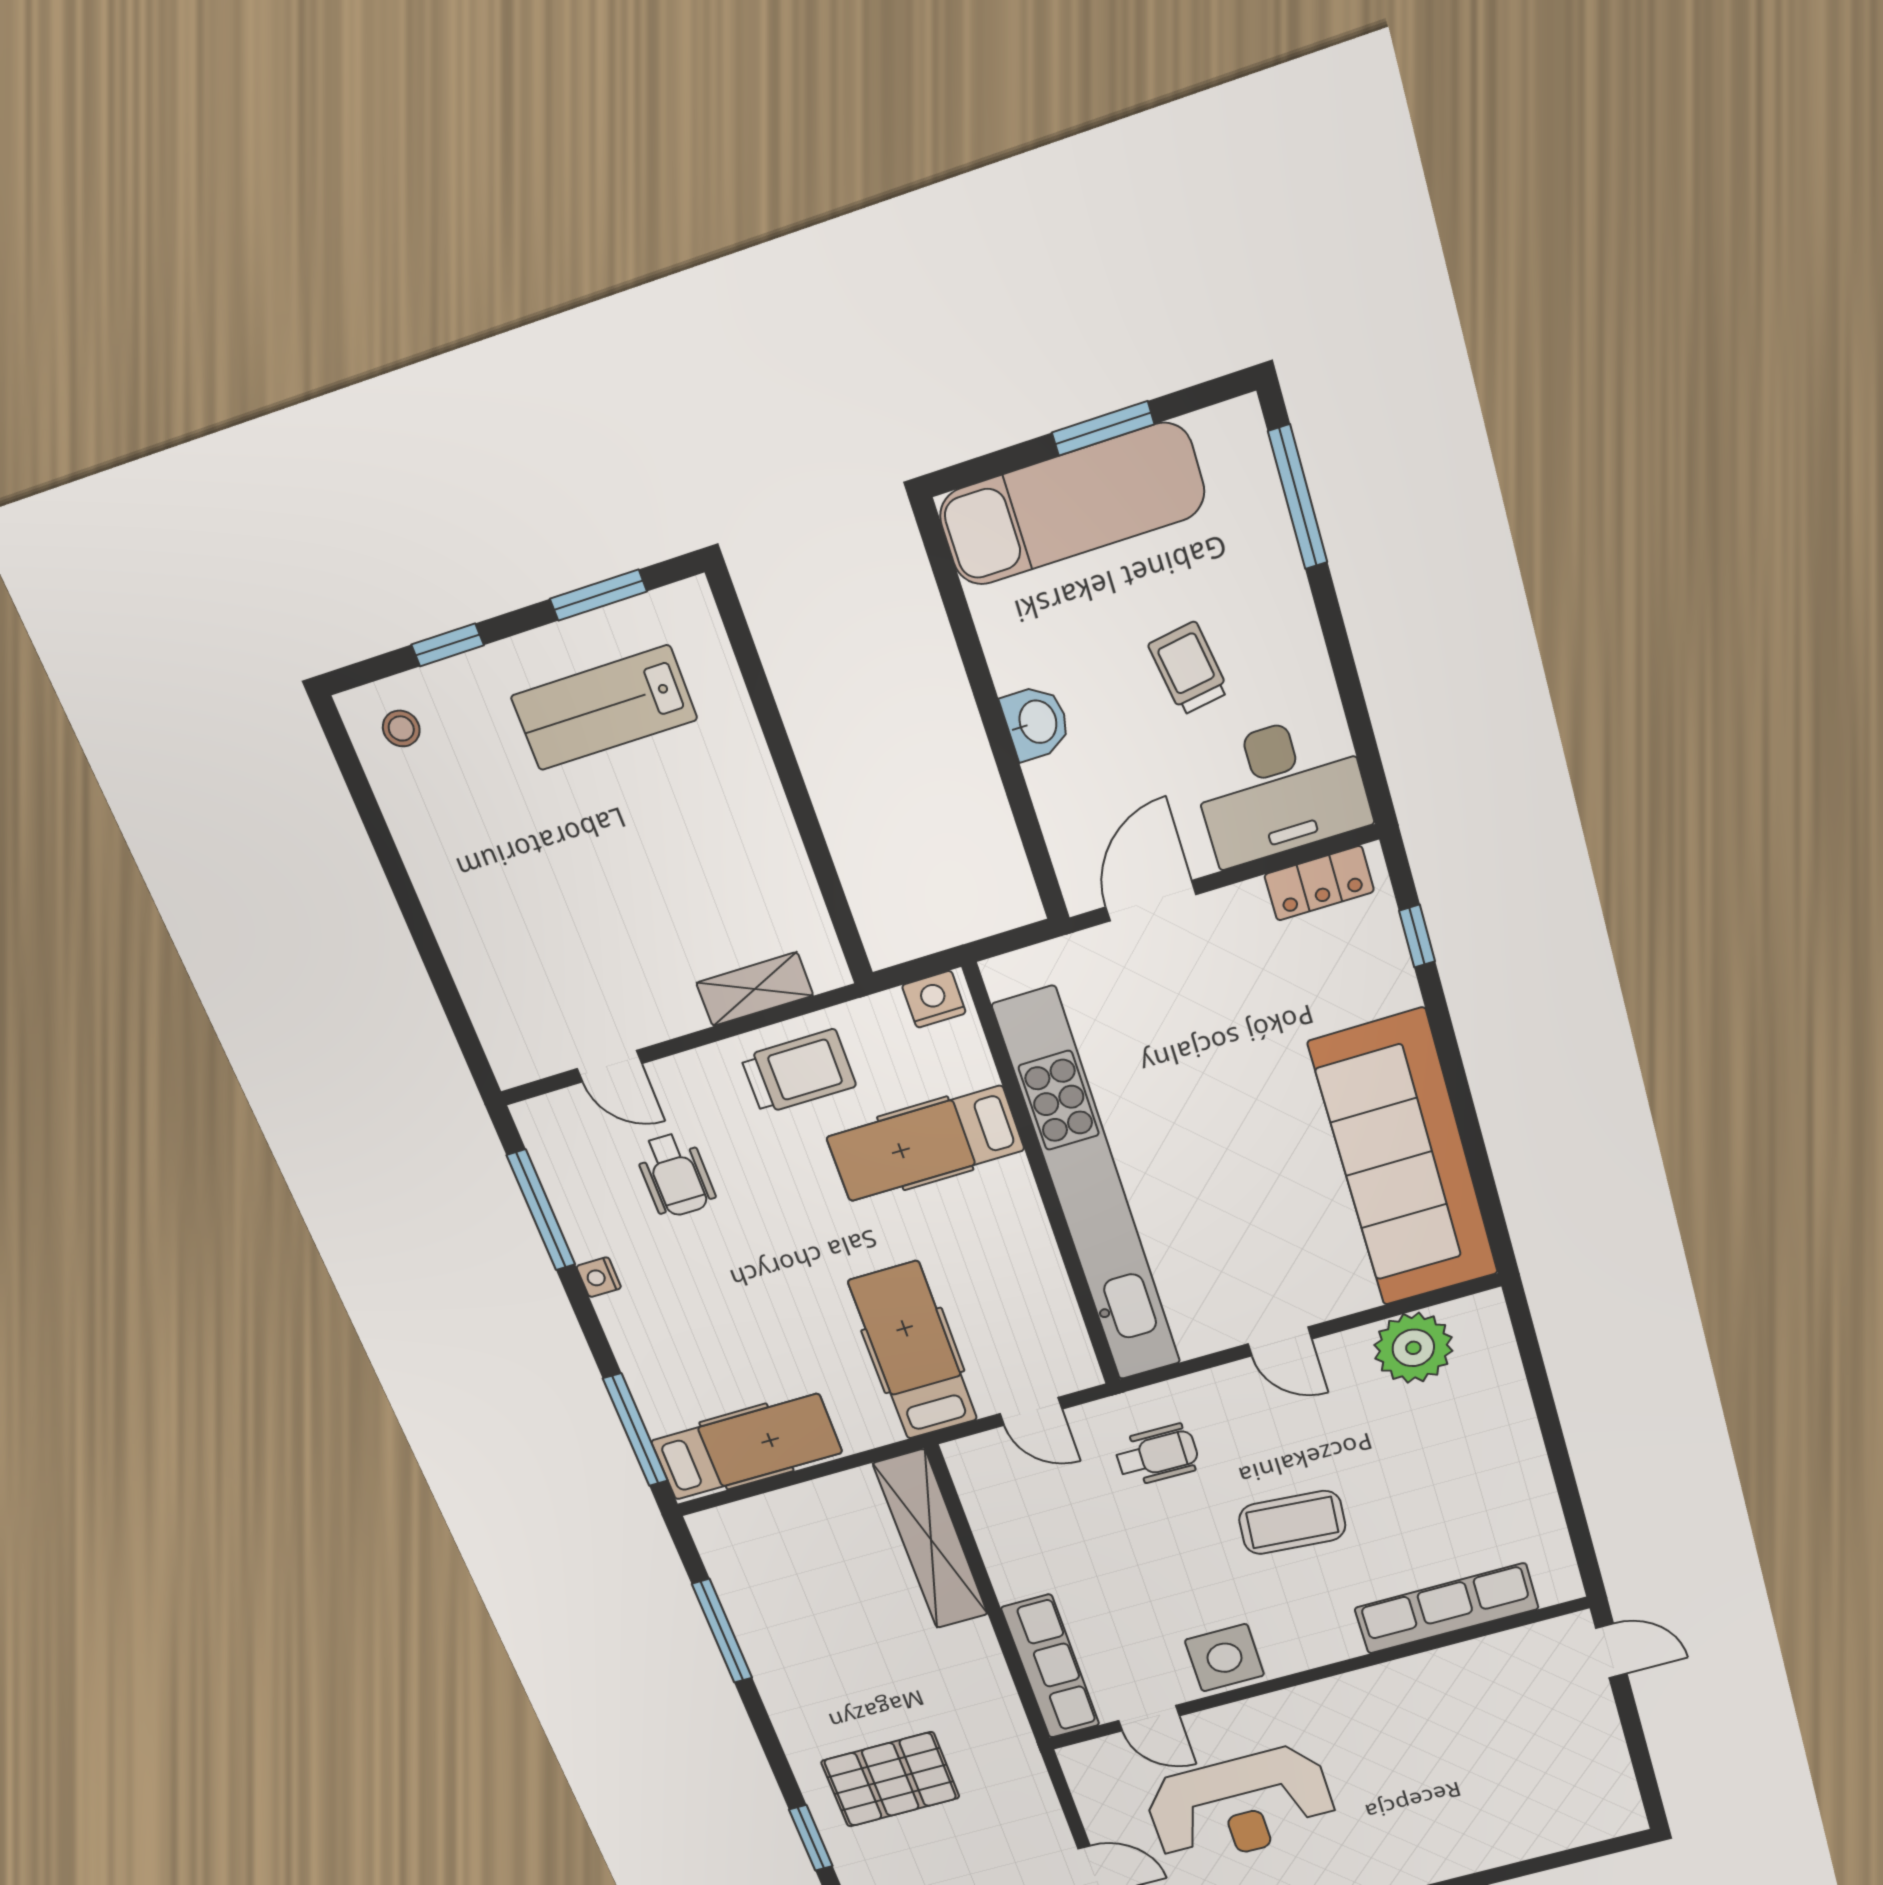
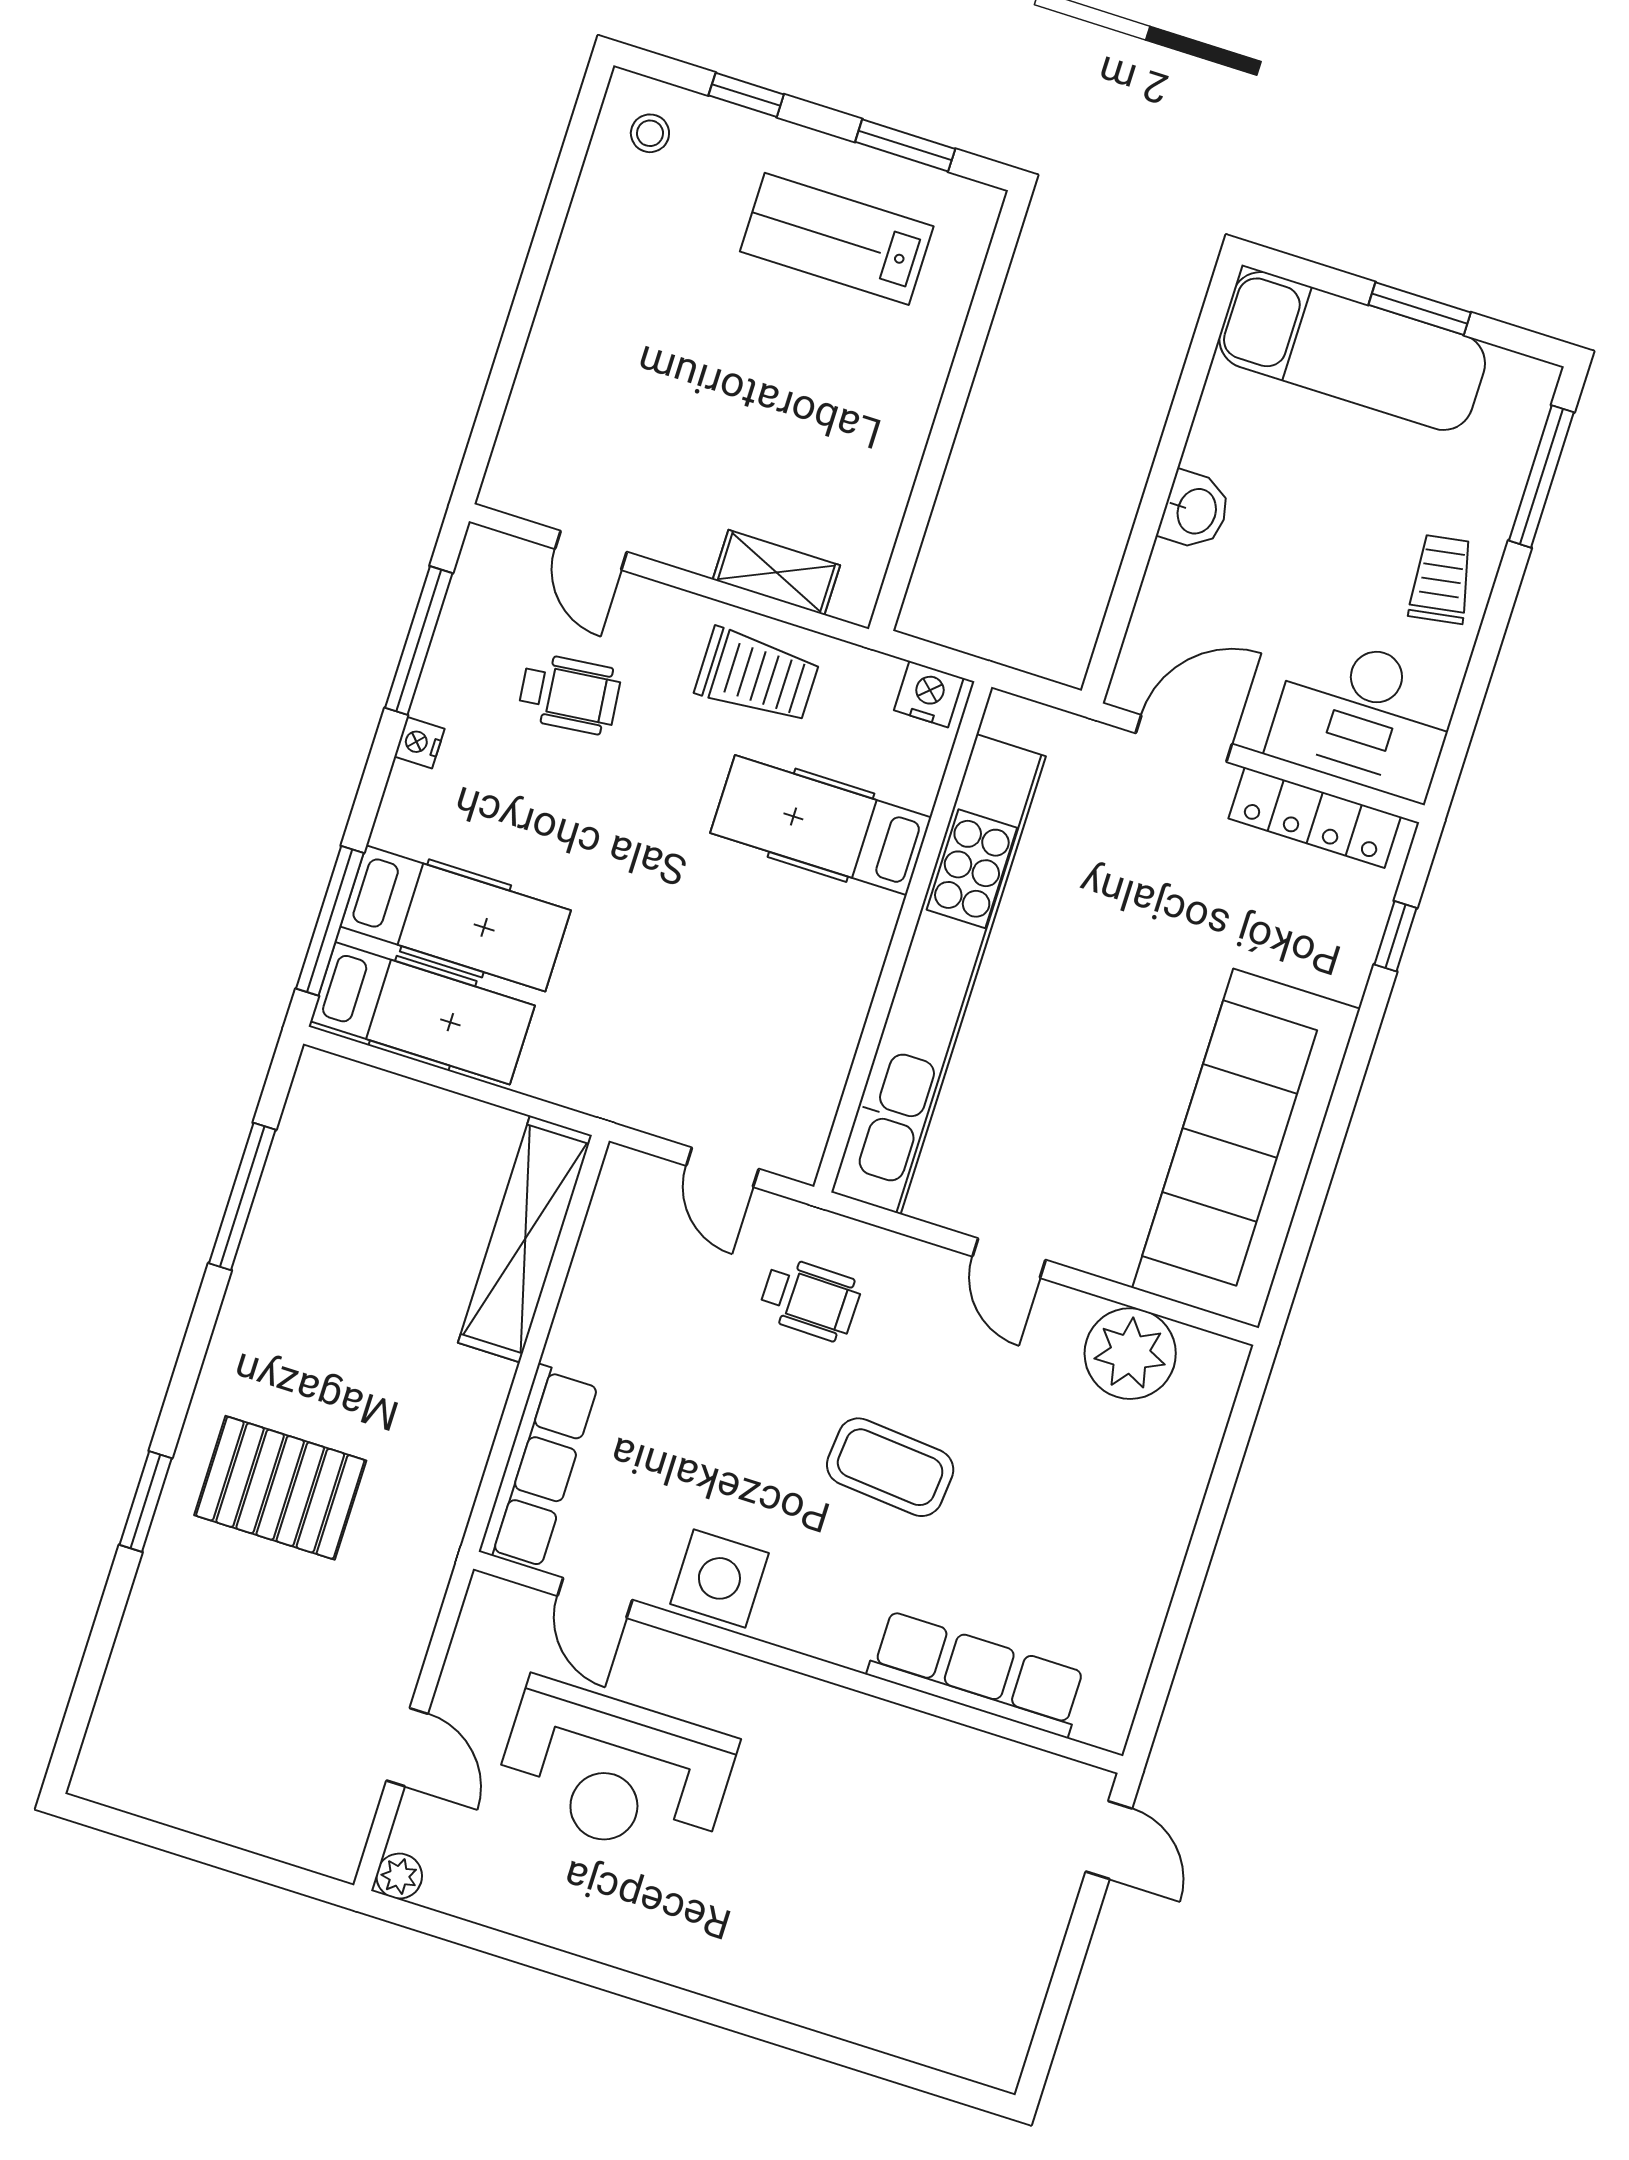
trolley: (1189, 668) -> (1441, 579), moved
locker: (1319, 883) -> (1315, 818), width x1.53
wheelchair: (675, 1175) -> (569, 694), turned -96
hospital bed: (913, 1351) -> (456, 918), moved, turned 90

